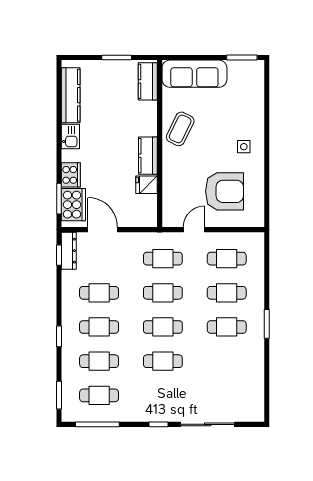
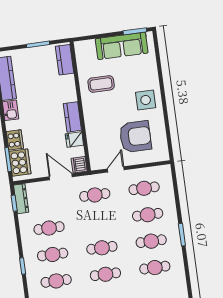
sofa: (194, 74) -> (122, 46), moved
coffee table: (180, 129) -> (101, 84), moved, turned 64
side table: (244, 147) -> (146, 100), width x1.87, depth x1.87
dishwasher: (148, 218) -> (79, 165), added
door: (103, 230) -> (61, 177), moved
cafe table: (163, 293) -> (155, 268), moved

